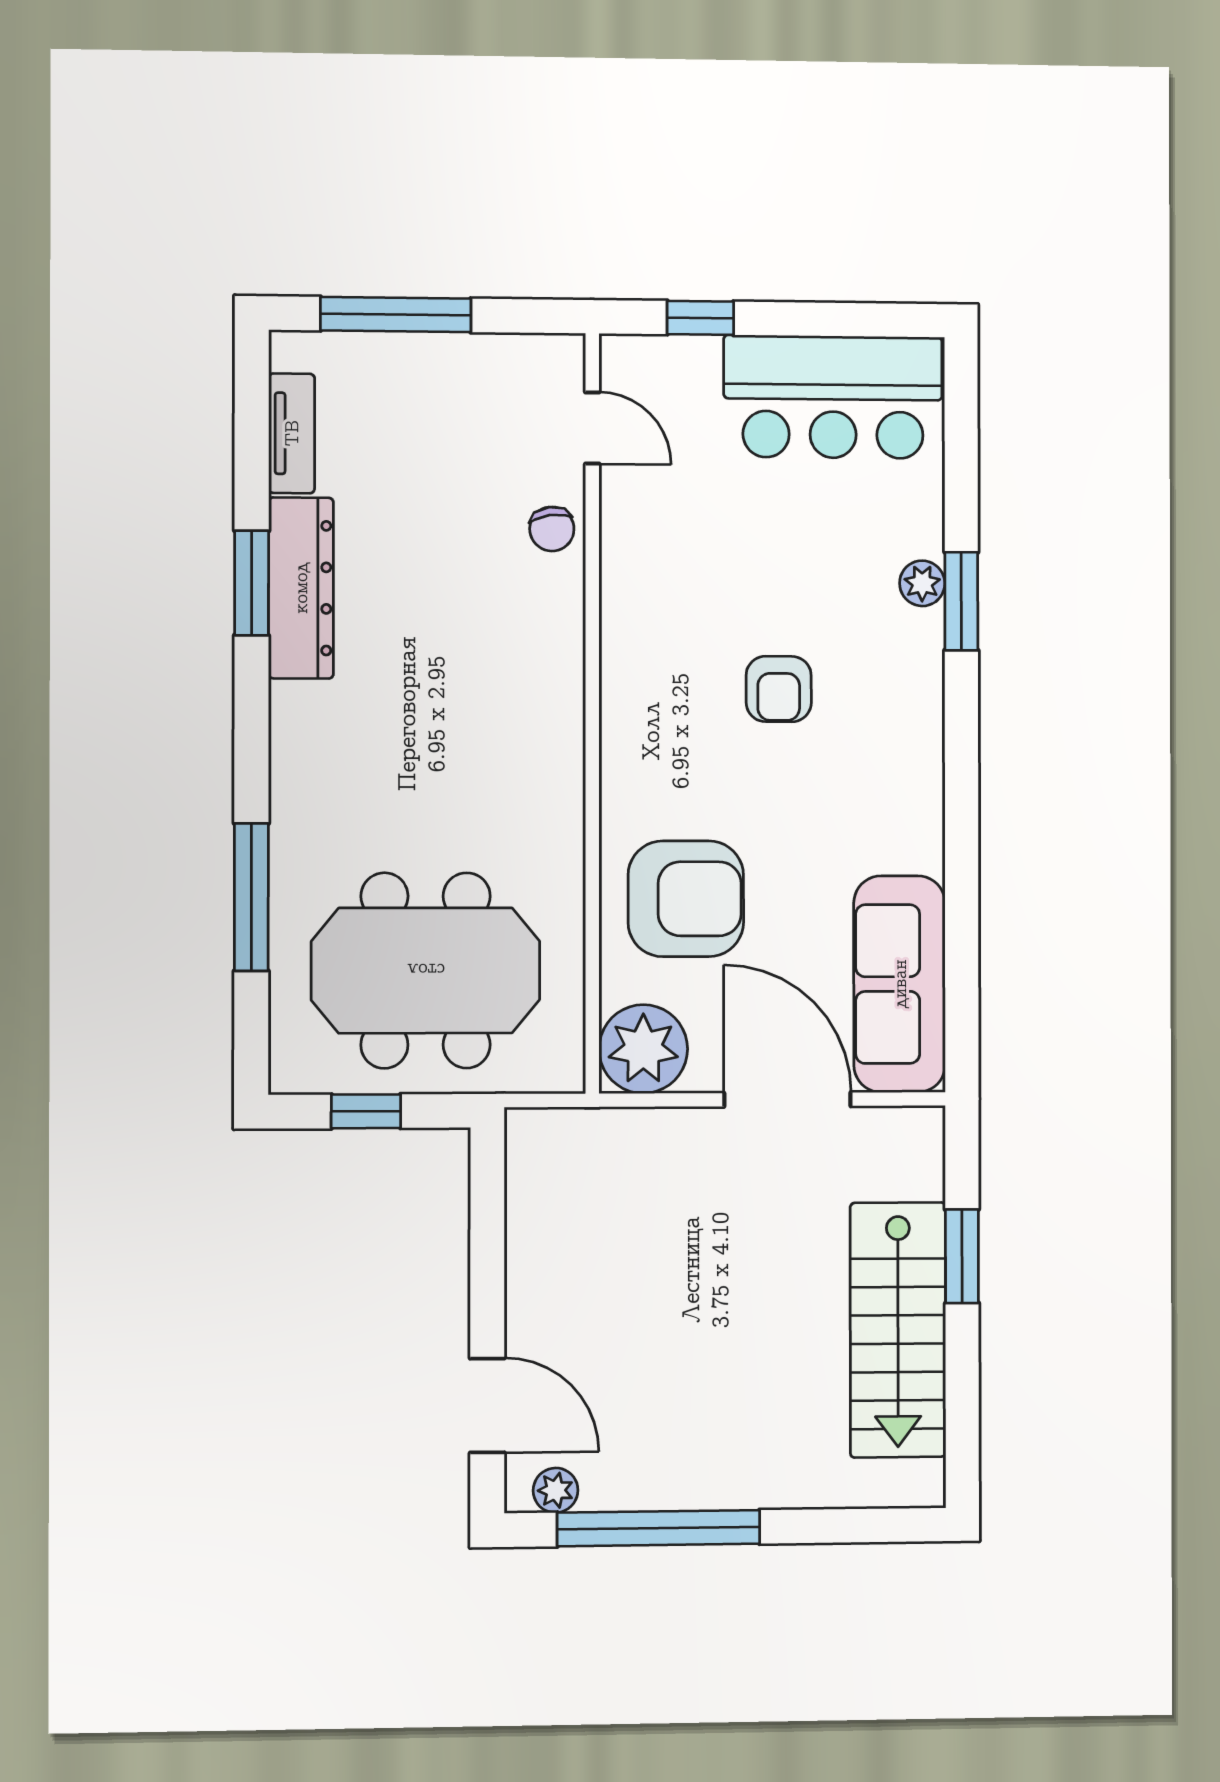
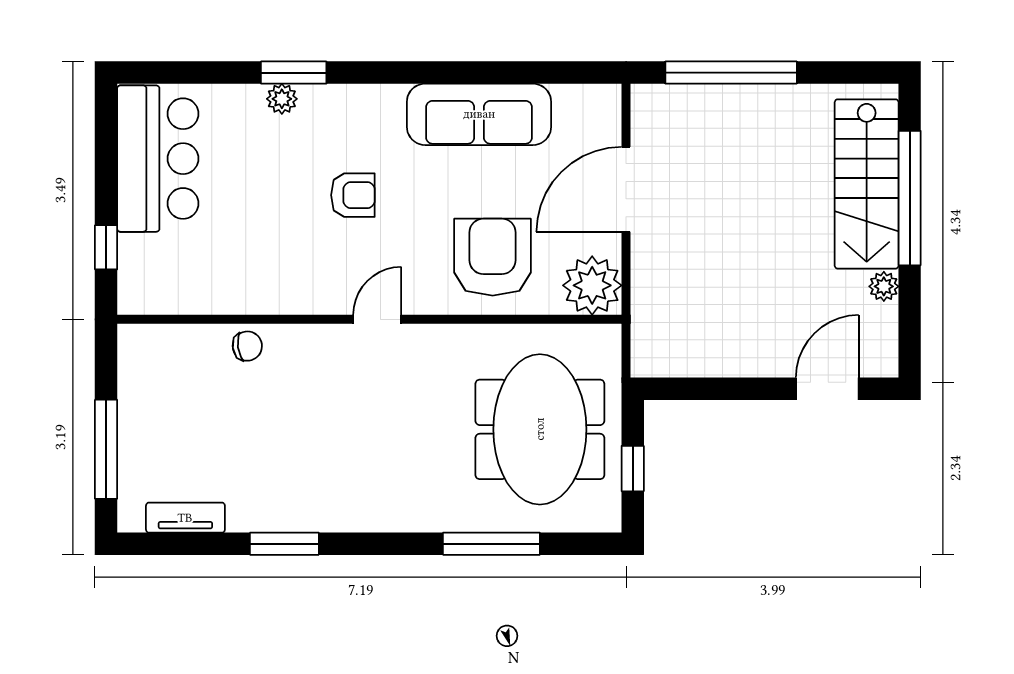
door: (592, 428) -> (377, 319), moved
dresser: (301, 588) -> (287, 511), removed
sofa: (900, 984) -> (479, 114), moved
window: (962, 1256) -> (731, 73), width x2.11
stairs: (898, 1330) -> (867, 184), moved, turned 90
plant: (556, 1490) -> (884, 286), moved
window: (659, 1528) -> (910, 198), moved

